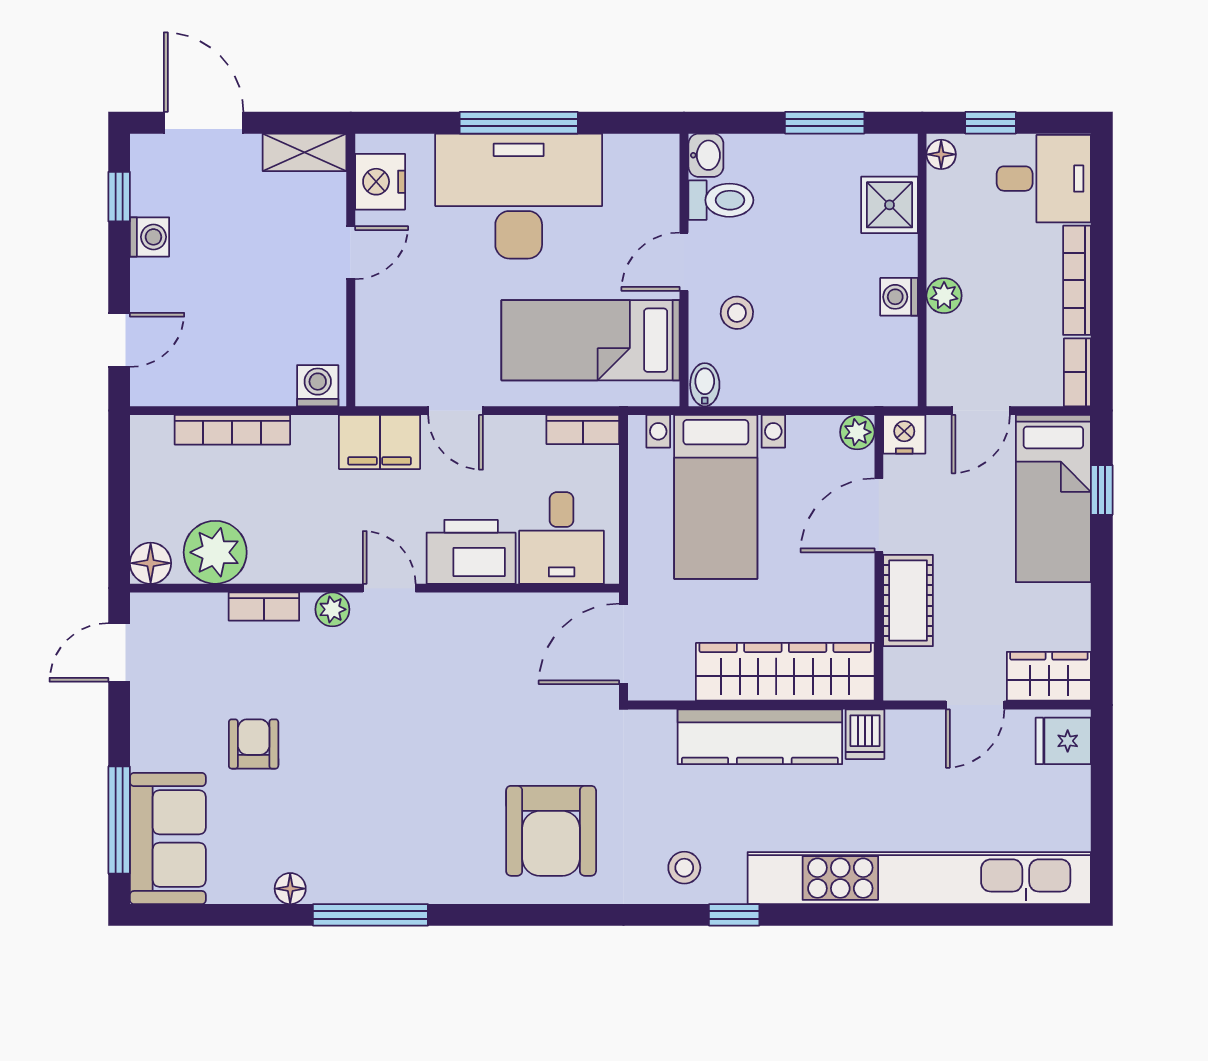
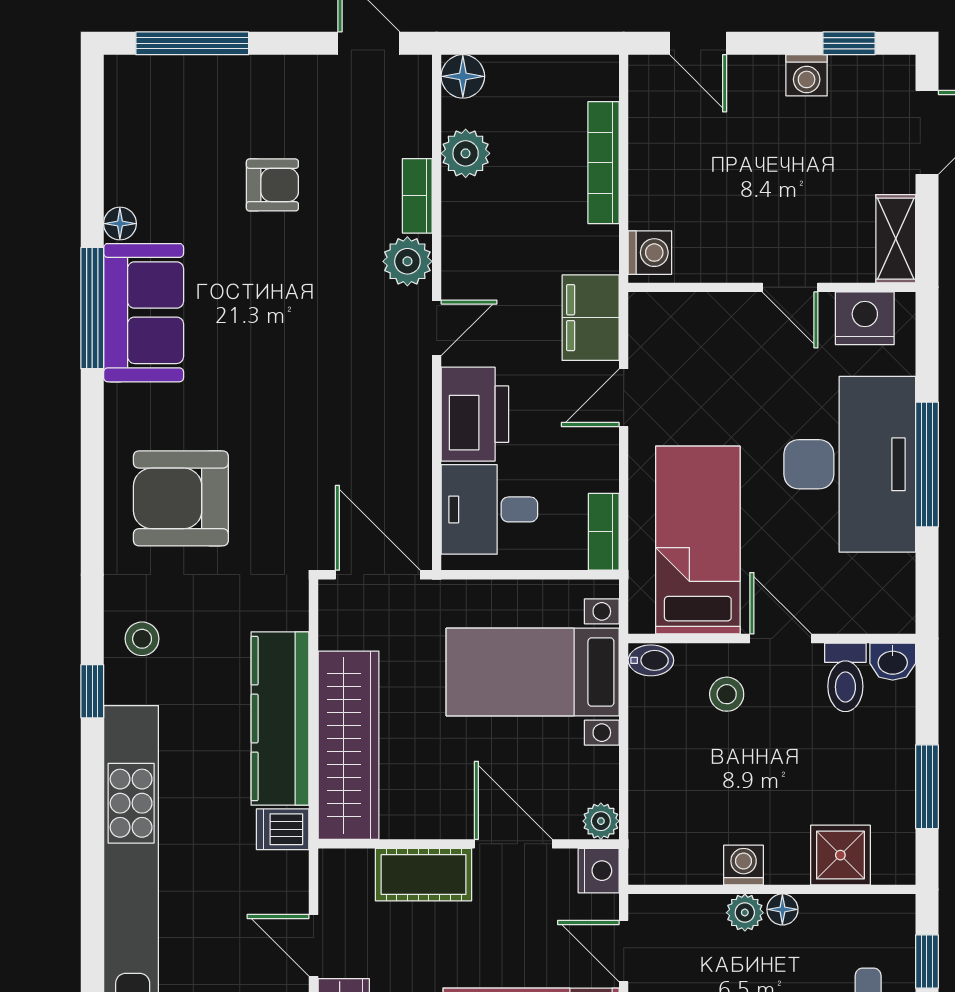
floor lamp: (941, 154) -> (782, 909), moved
plant: (215, 552) -> (466, 153), width x0.73, depth x0.73
plant: (332, 609) -> (407, 261), width x1.38, depth x1.38
sofa: (168, 839) -> (144, 313), moved, turned -90

